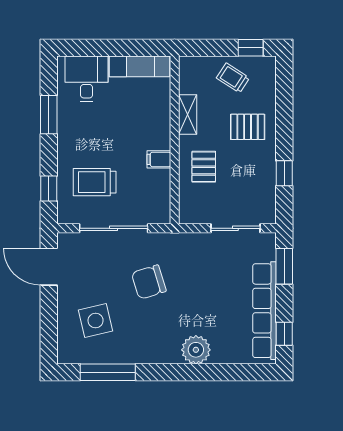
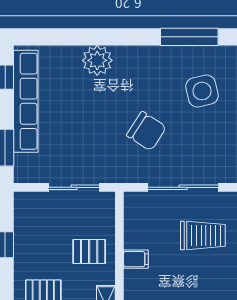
pallet: (204, 167) -> (89, 252), turned 90
sliding door: (235, 228) -> (74, 187), moved
chair: (149, 282) -> (146, 131), turned 50

